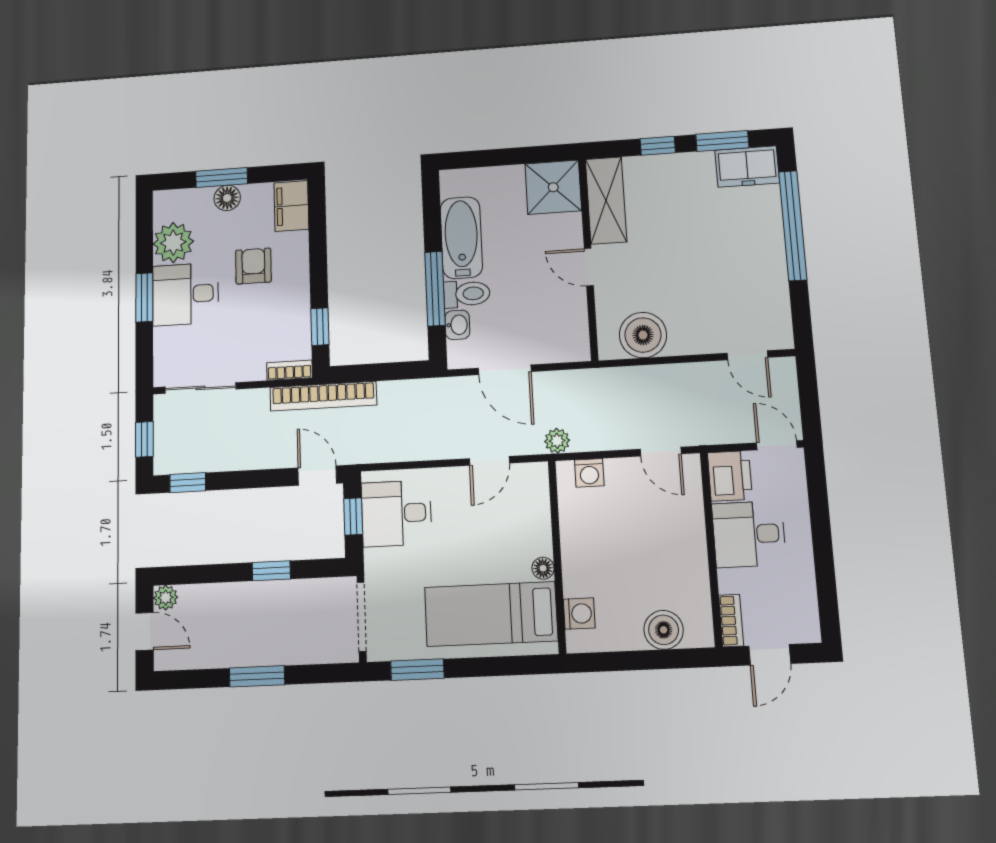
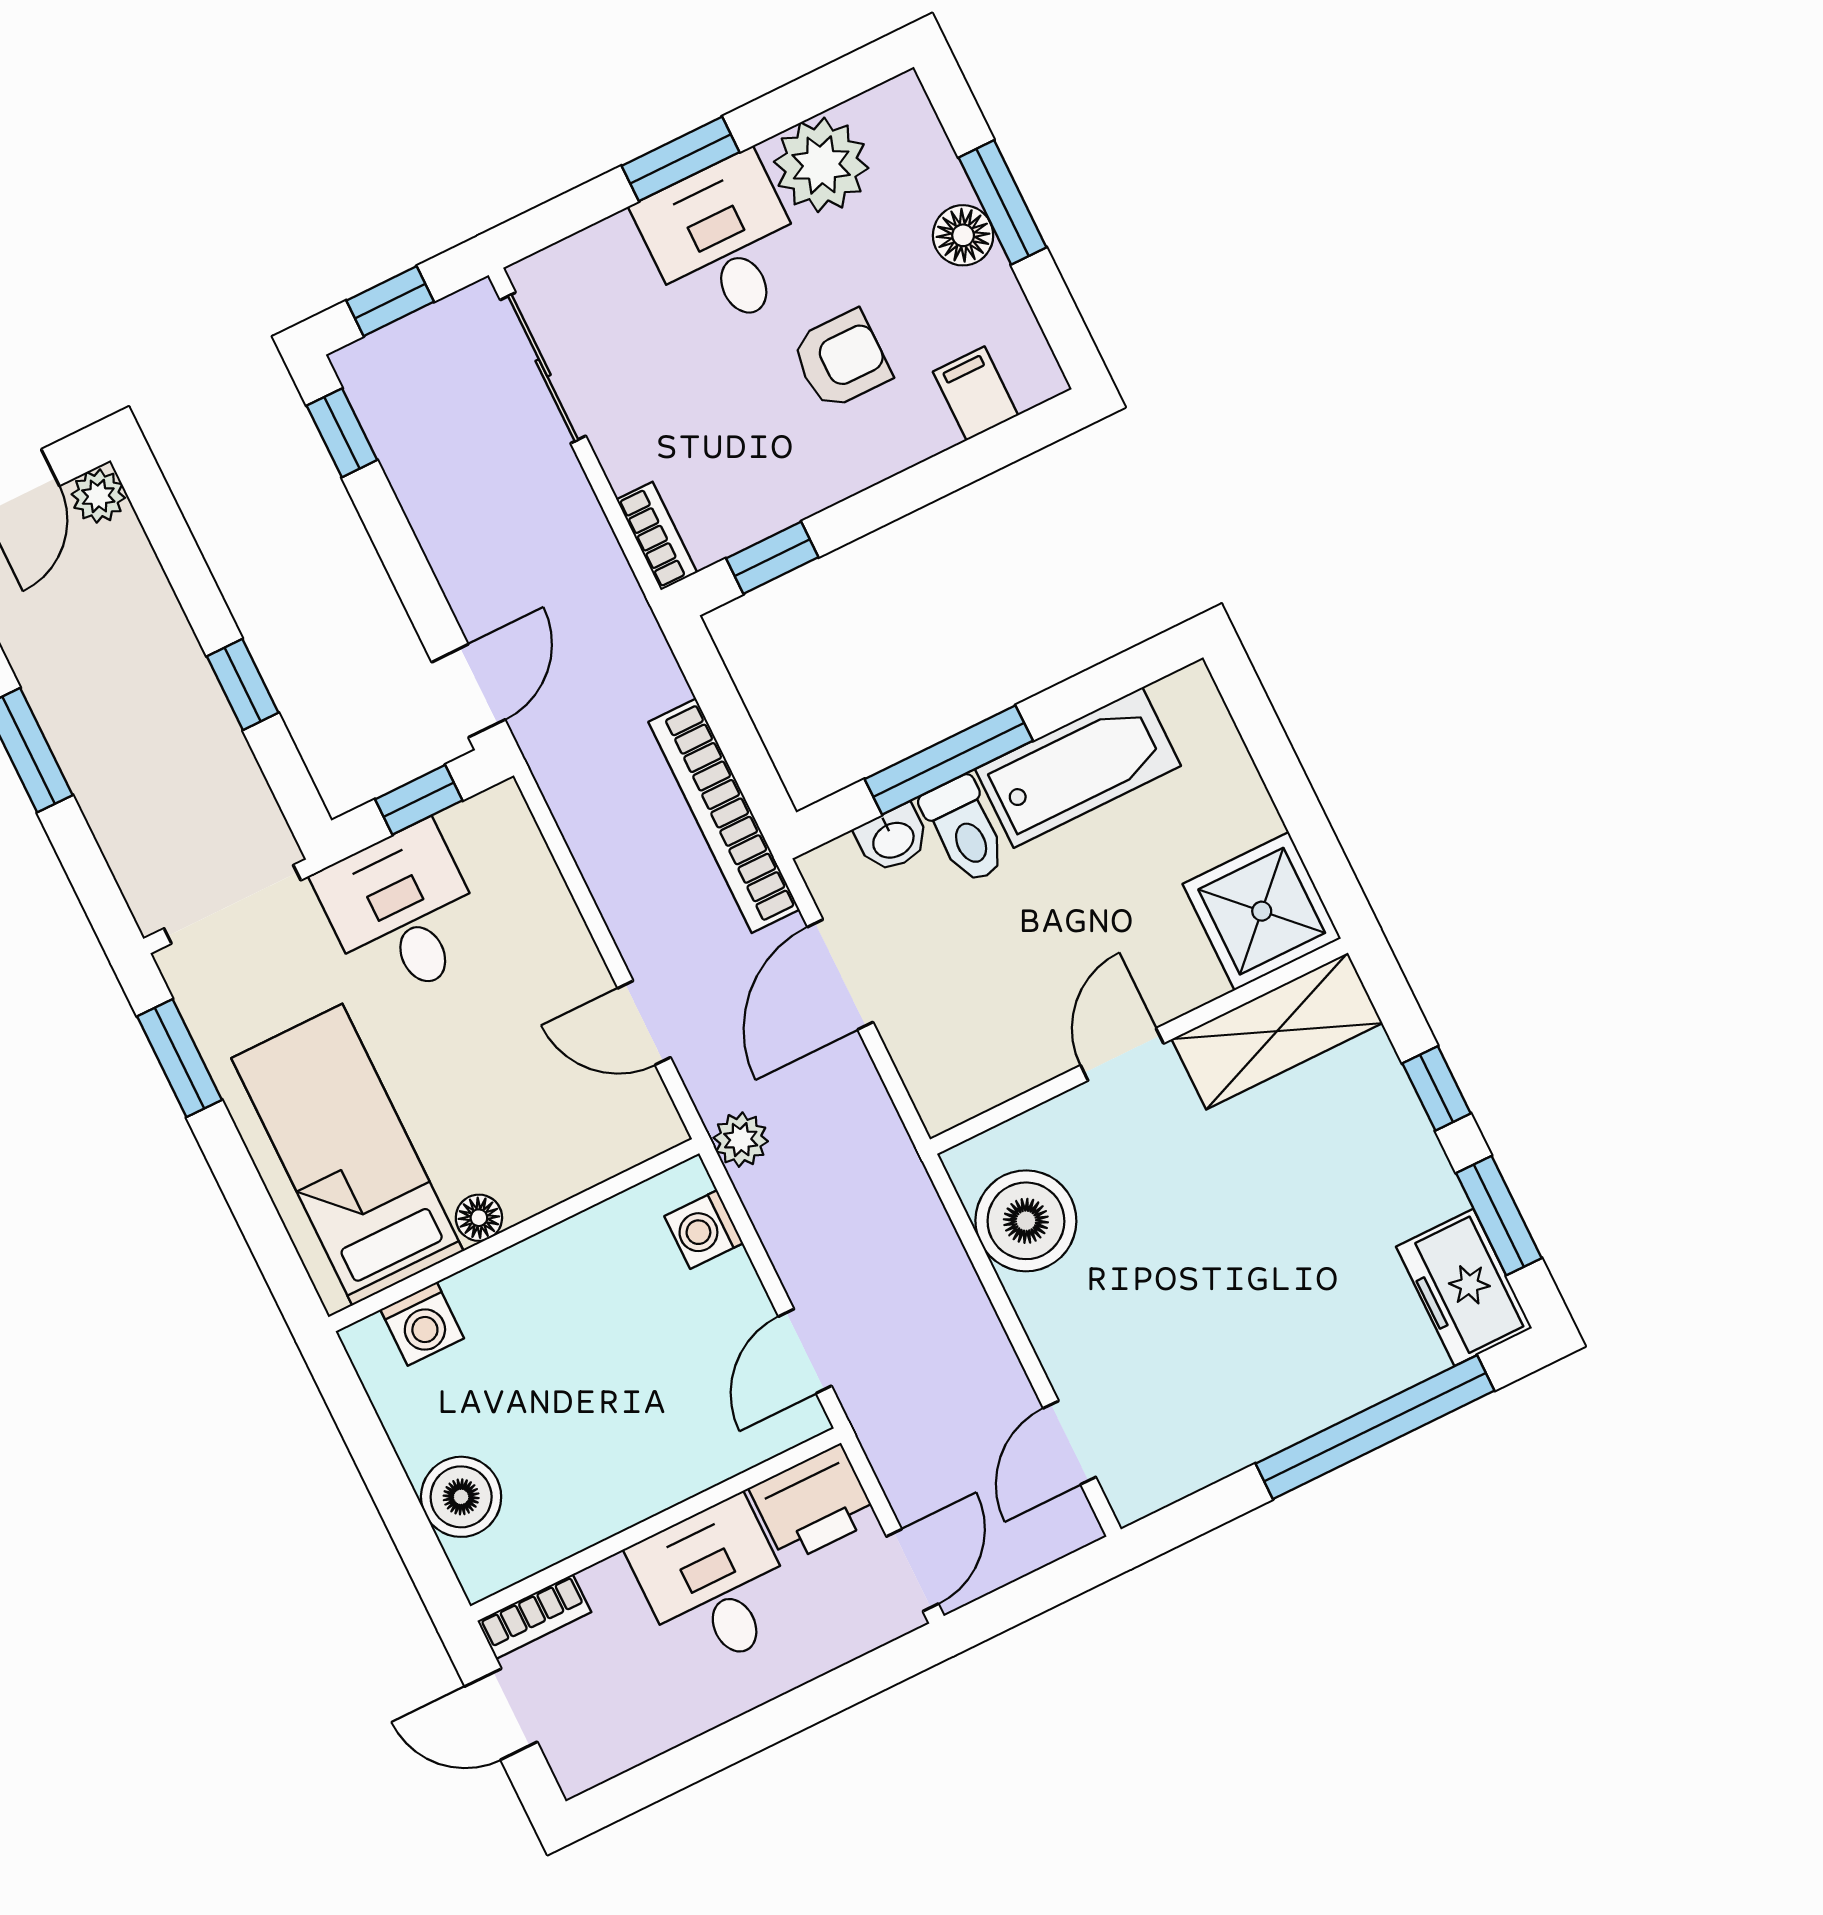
filing cabinet: (291, 206) -> (976, 393), width x0.50
bookcase: (323, 396) -> (724, 816), moved
desk: (396, 513) -> (402, 913), moved

